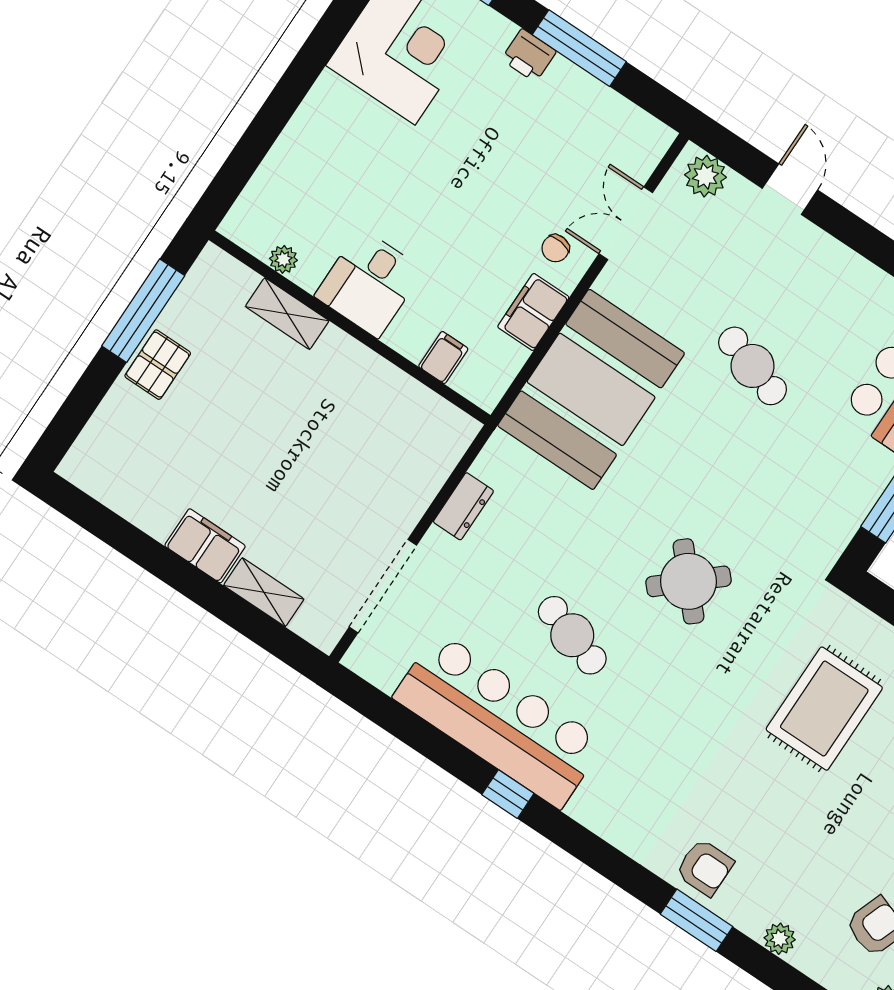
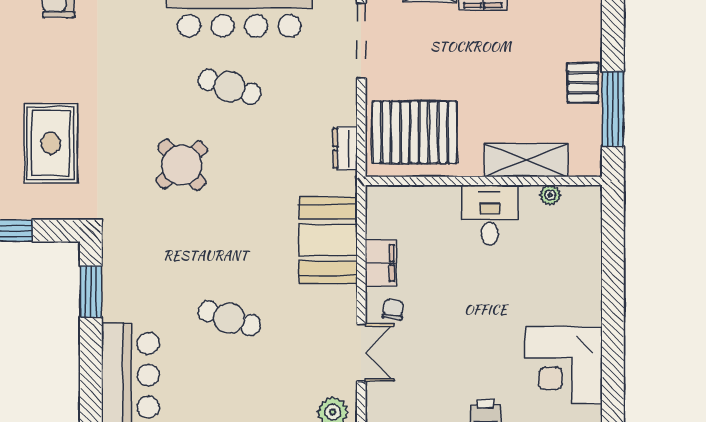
shelving: (287, 314) -> (526, 160), width x1.50, depth x1.33
filing cabinet: (443, 358) -> (416, 200), removed
booth: (591, 389) -> (328, 240), width x0.73, depth x0.70
pallet: (392, 438) -> (414, 132), added
dresser: (463, 506) -> (345, 148), moved

